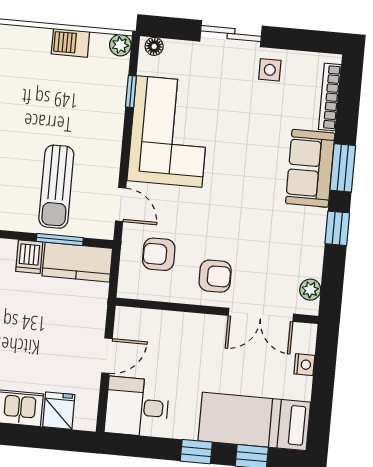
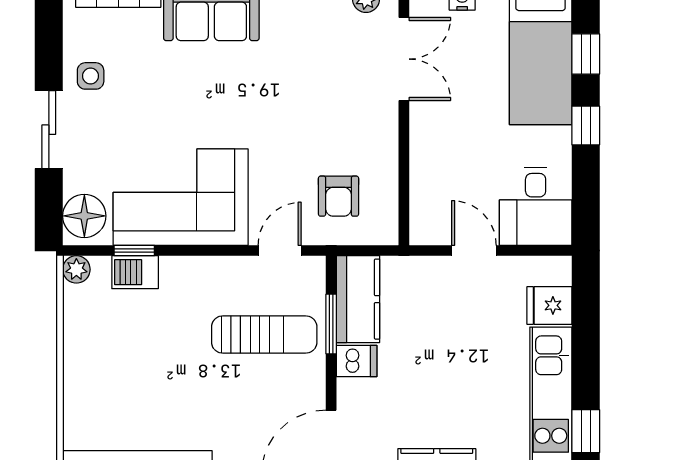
barbecue: (70, 43) -> (135, 272), moved, turned 90
floor lamp: (154, 46) -> (84, 216), width x1.89, depth x1.89
armchair: (215, 276) -> (360, 122), removed

